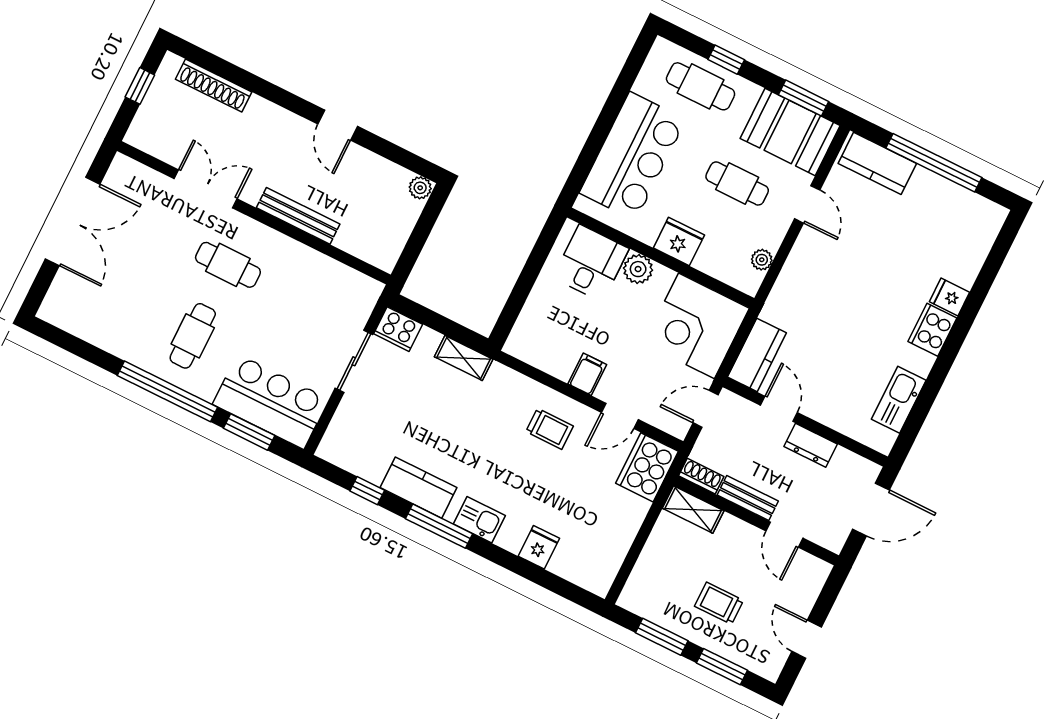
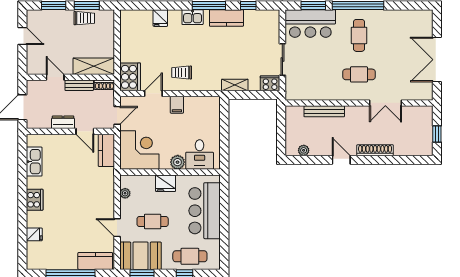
shoe rack: (214, 86) -> (375, 150), moved
plant: (420, 188) -> (304, 150), moved
bench: (298, 216) -> (324, 111), moved
fridge: (949, 297) -> (34, 234), moved
shelving: (693, 510) -> (94, 66), width x1.50, depth x1.33
trolley: (719, 603) -> (84, 18), moved

